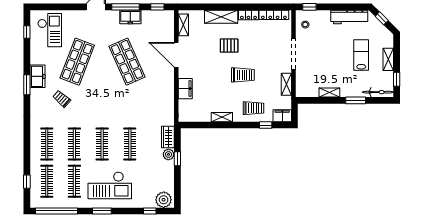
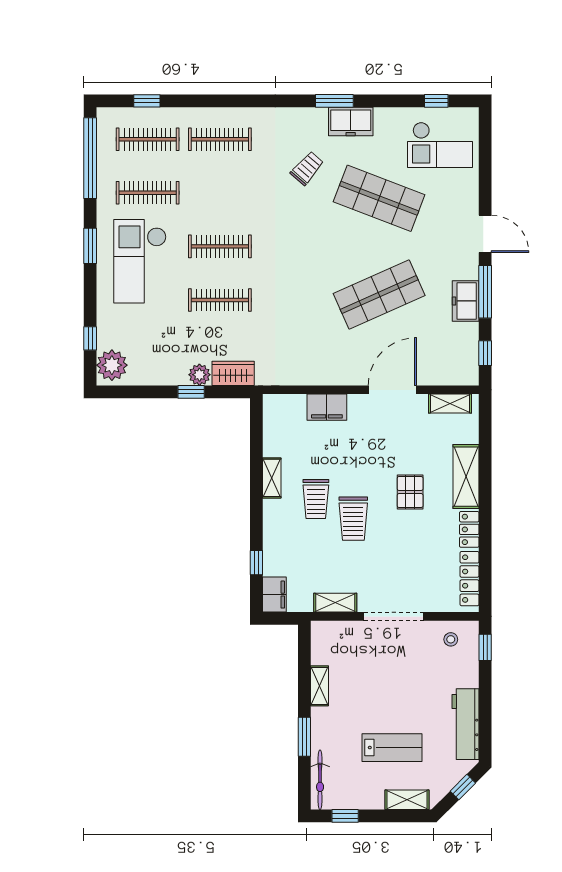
shelving: (388, 59) -> (407, 800), moved
trolley: (254, 108) -> (316, 499), moved
clothes rail: (74, 144) -> (220, 193), removed

